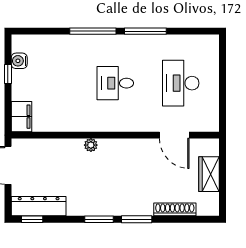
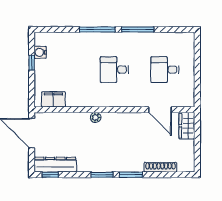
desk: (181, 83) -> (165, 70), width x0.73
filing cabinet: (21, 117) -> (53, 99), moved, turned -90
wardrobe: (209, 174) -> (187, 126), moved

